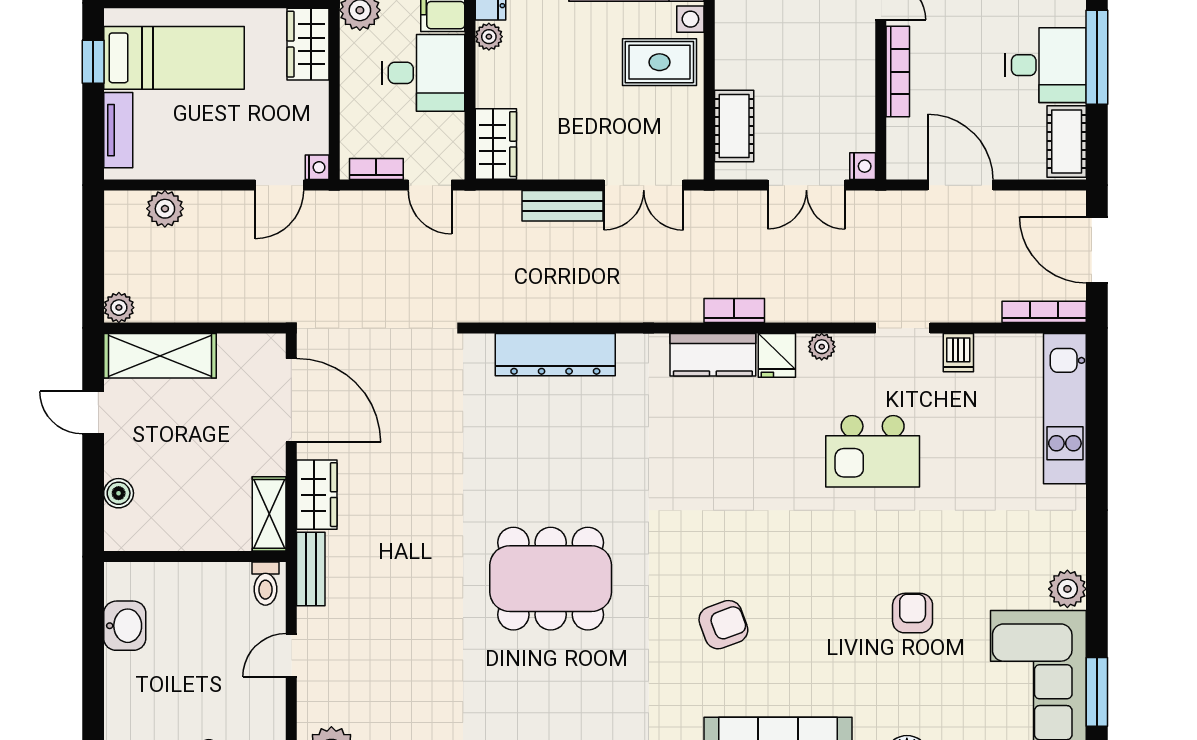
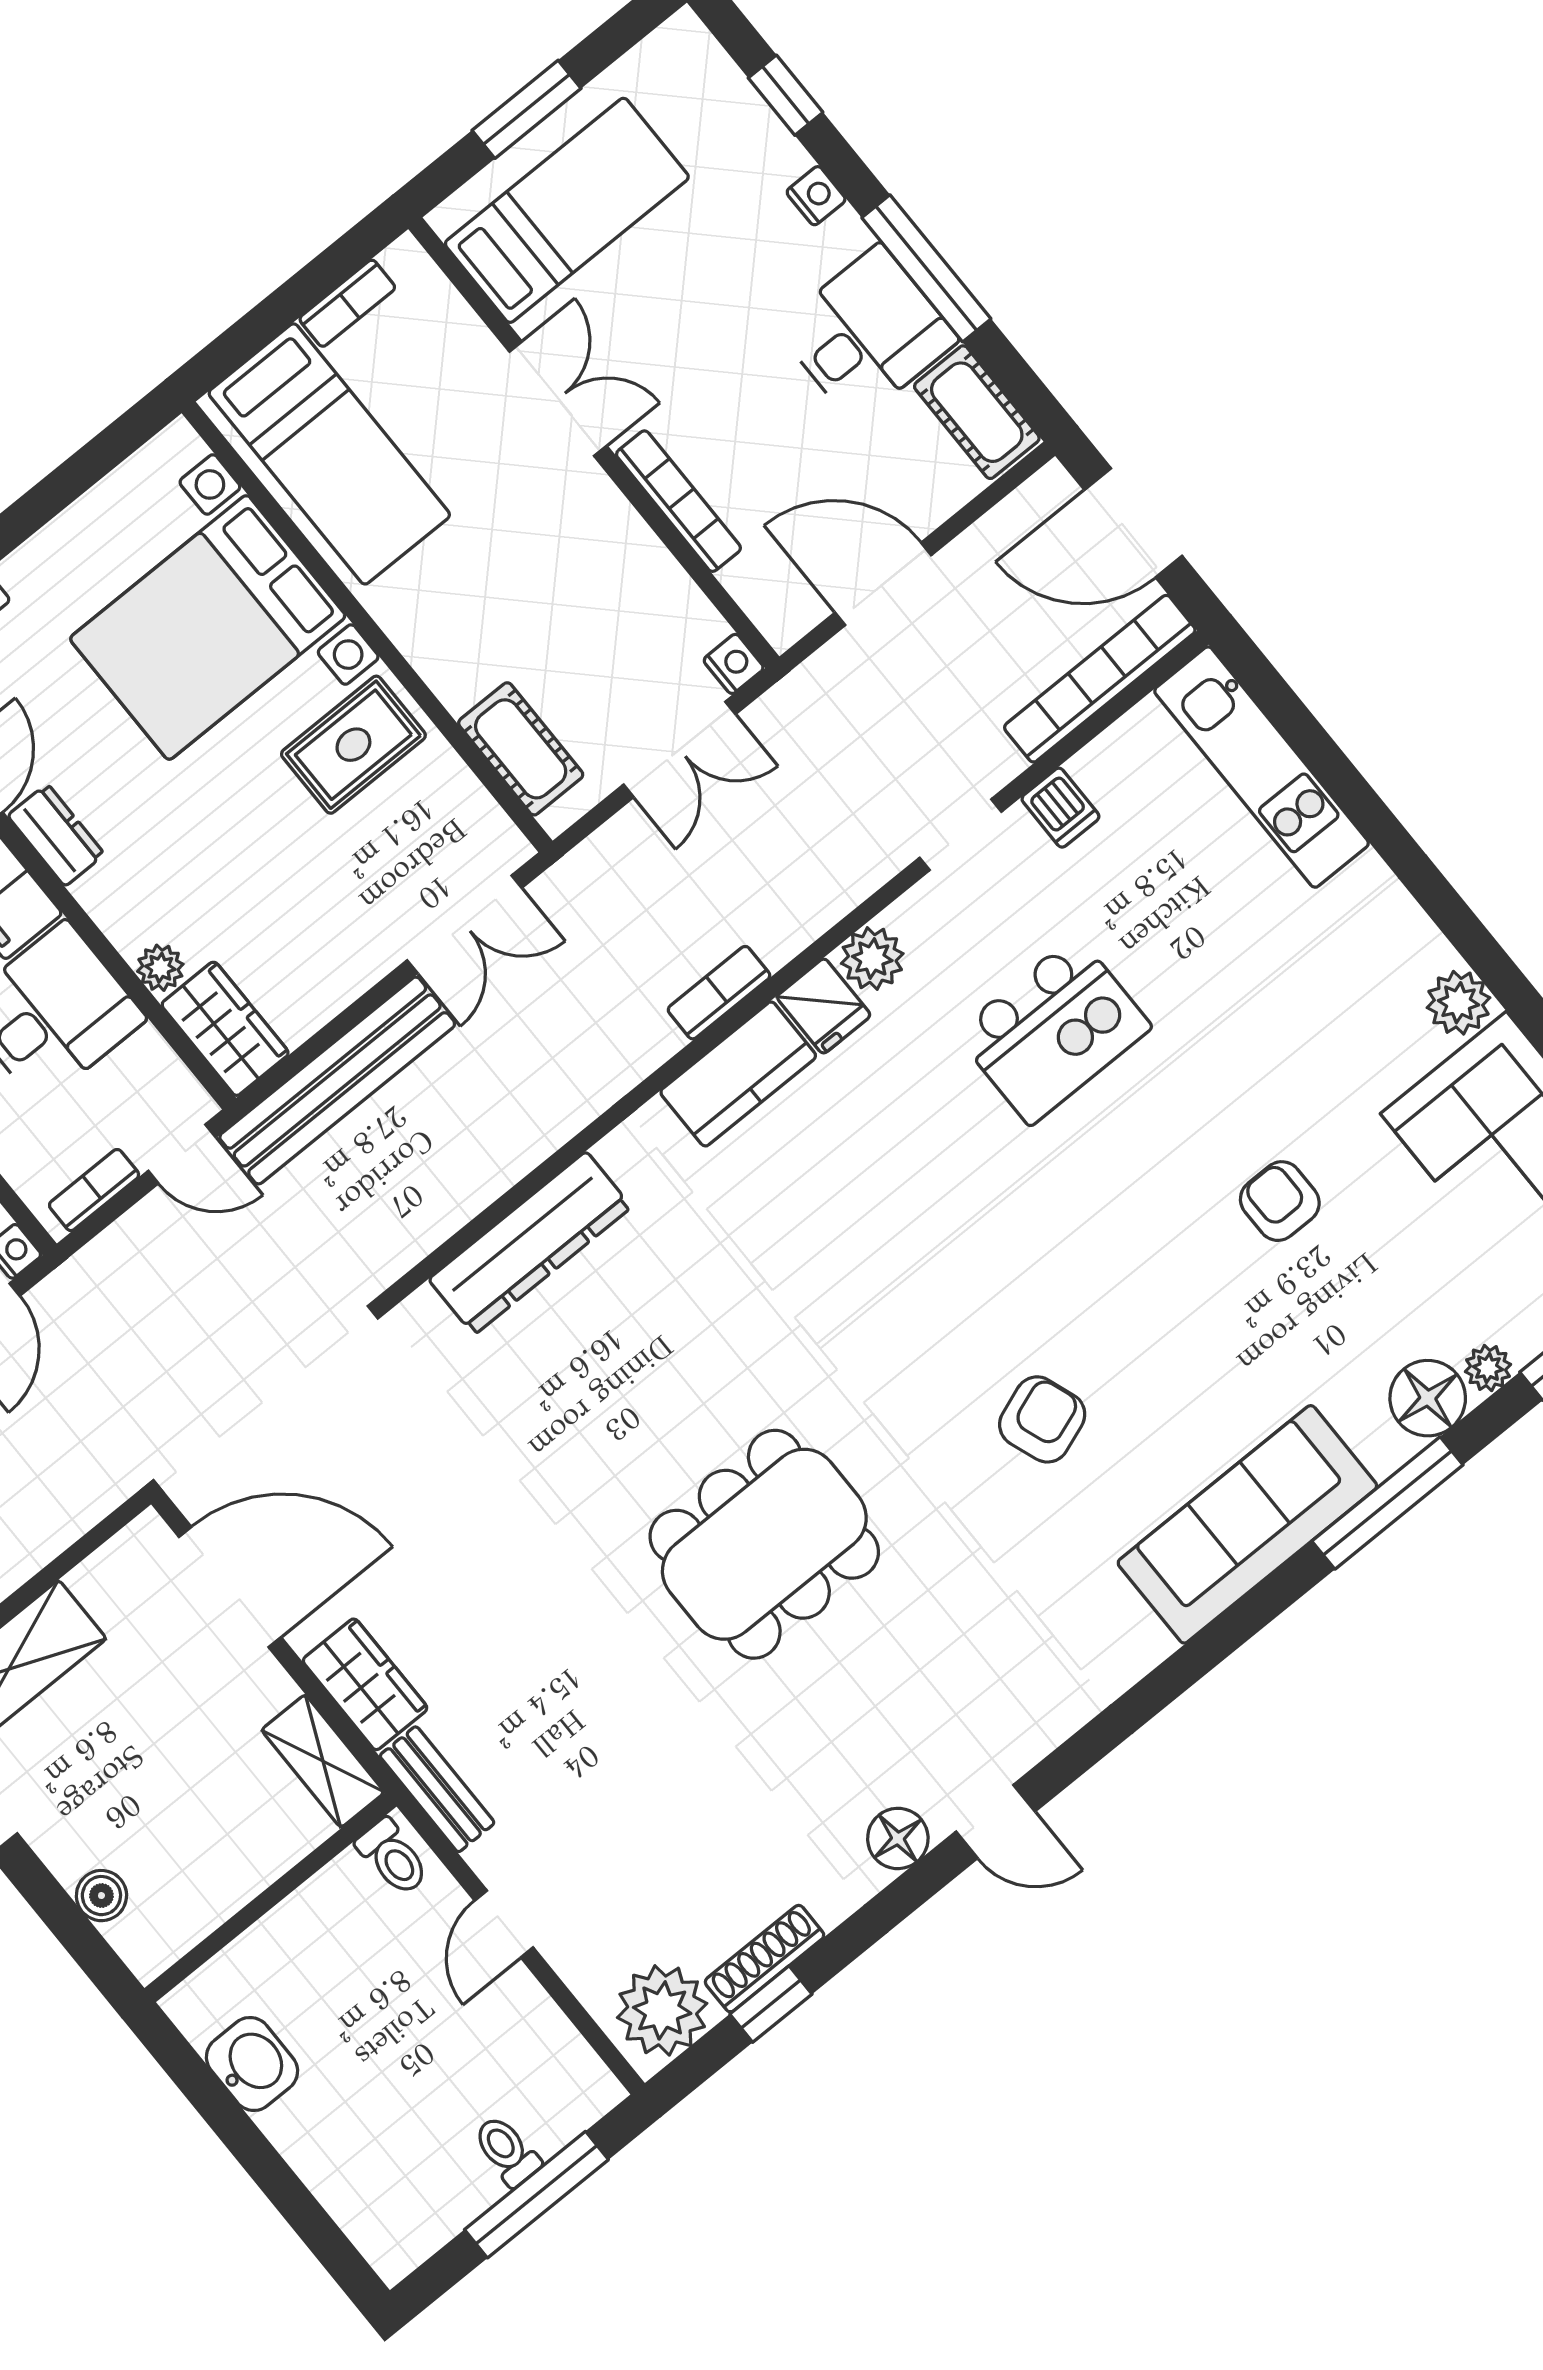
plant: (489, 37) -> (160, 968), moved
bench: (563, 206) -> (337, 1080), width x1.86, depth x1.21
bookcase: (1044, 312) -> (1100, 679), width x1.48, depth x1.31
plant: (822, 347) -> (872, 958), width x1.38, depth x1.38

